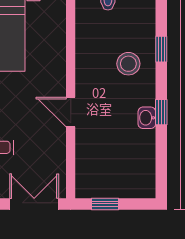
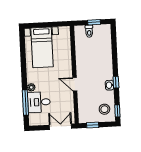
window: (161, 49) -> (117, 111), moved
stool: (128, 64) -> (104, 109), moved

